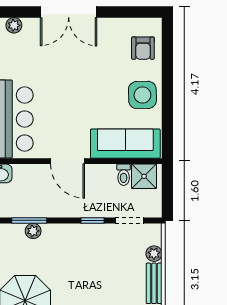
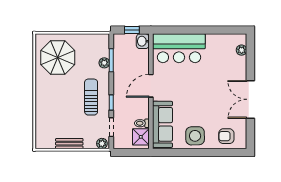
double door: (69, 12) -> (250, 99), moved
sun lounger: (84, 251) -> (91, 97), added
plant: (154, 254) -> (102, 144), moved

